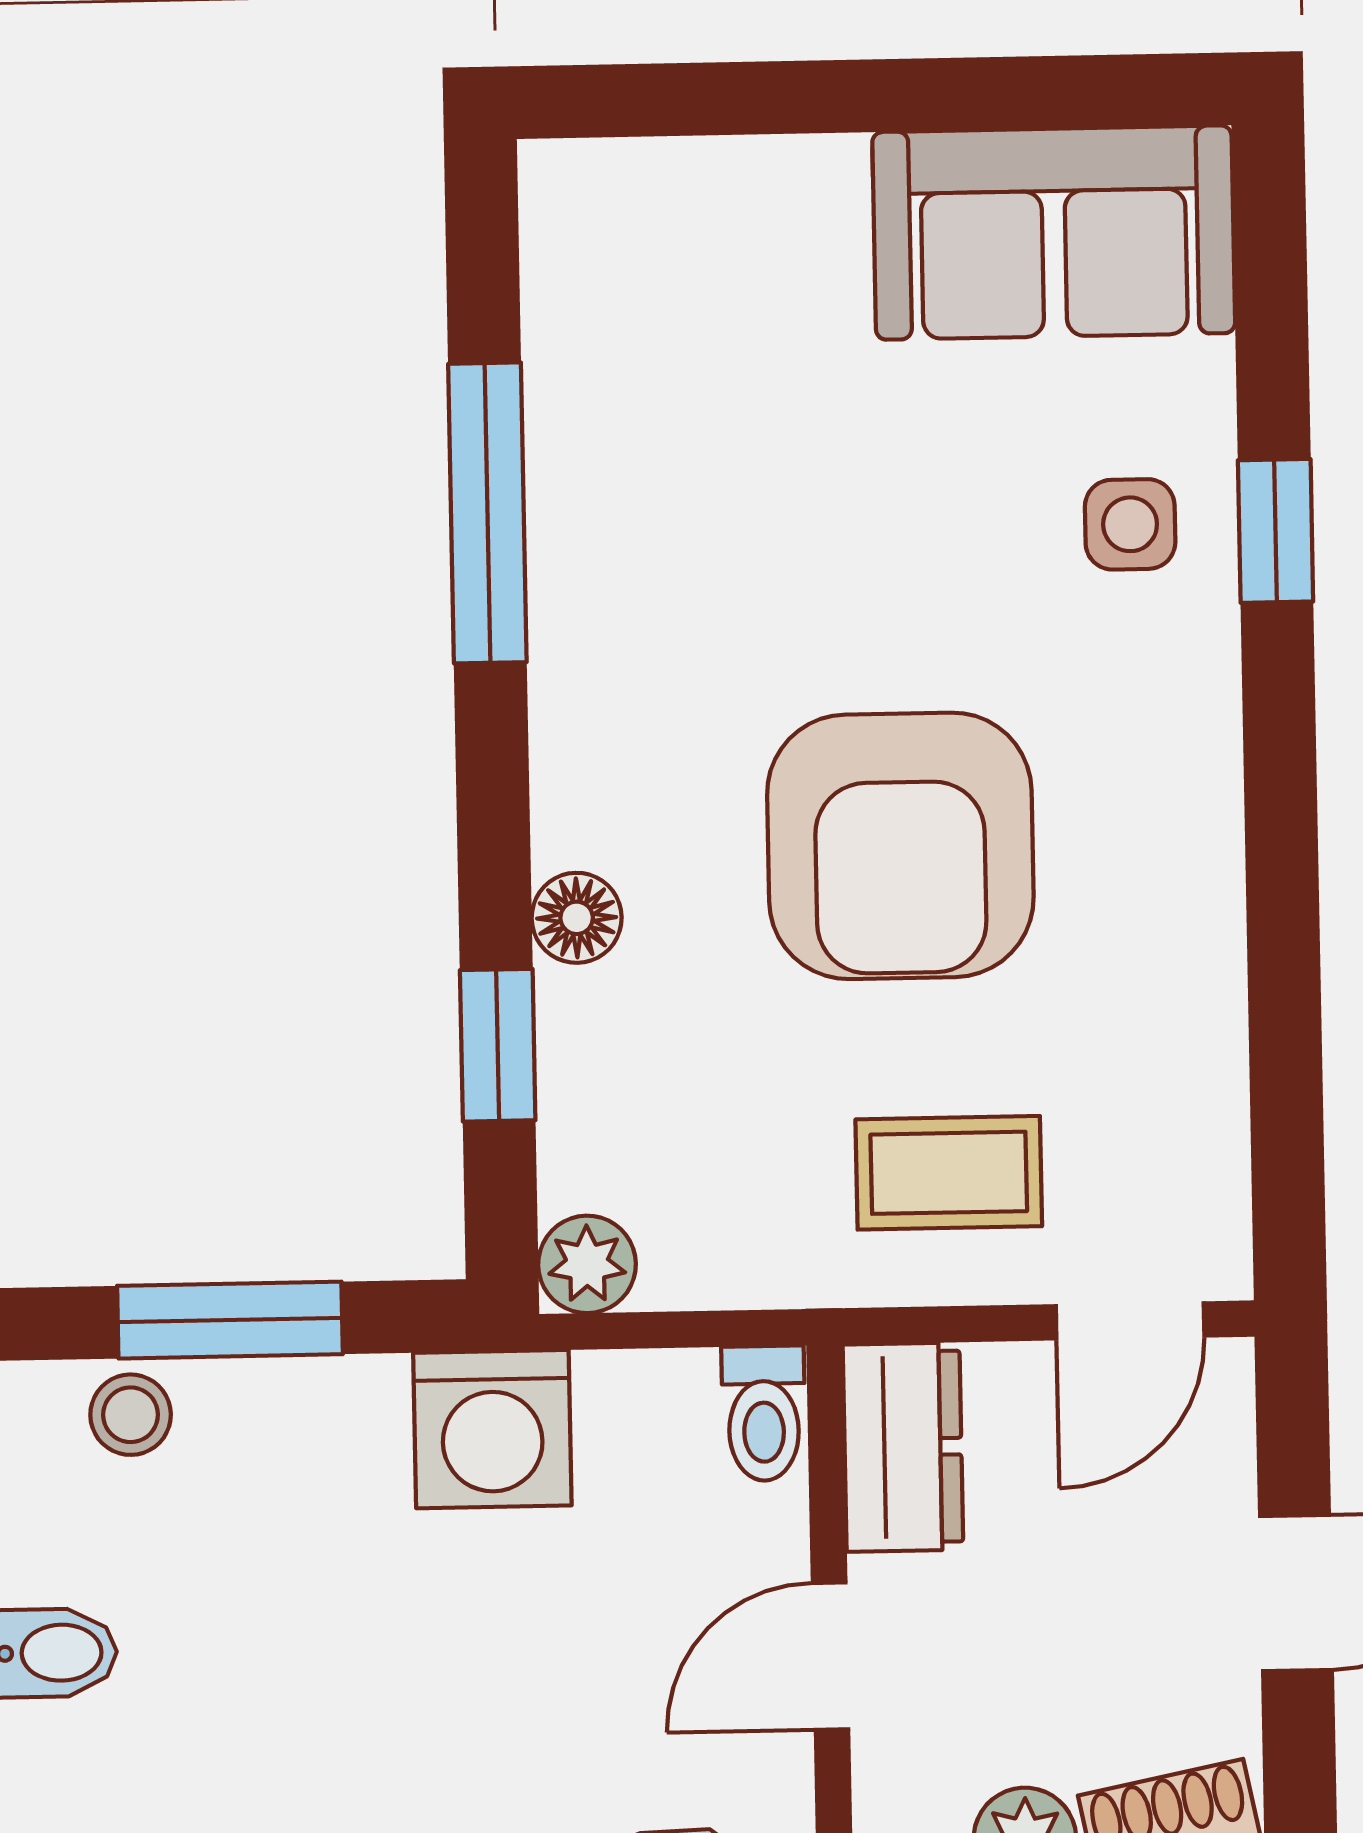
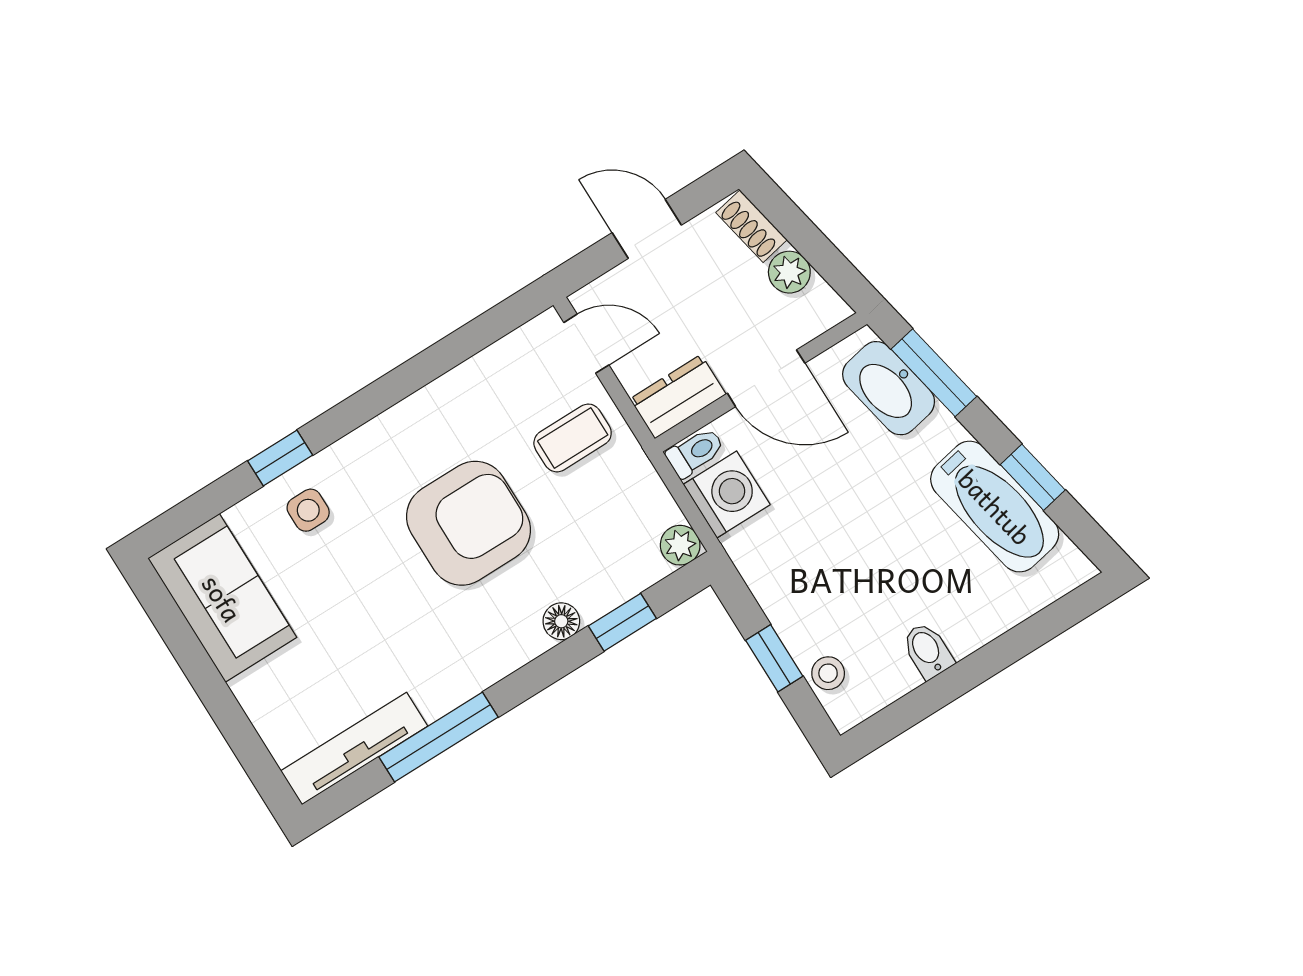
tv unit: (570, 321) -> (354, 749), added
coffee table: (949, 1173) -> (573, 438), turned 90
window: (230, 1320) -> (774, 658), width x0.67
washing machine: (492, 1429) -> (727, 494), moved
door: (831, 1656) -> (766, 378), width x1.38

